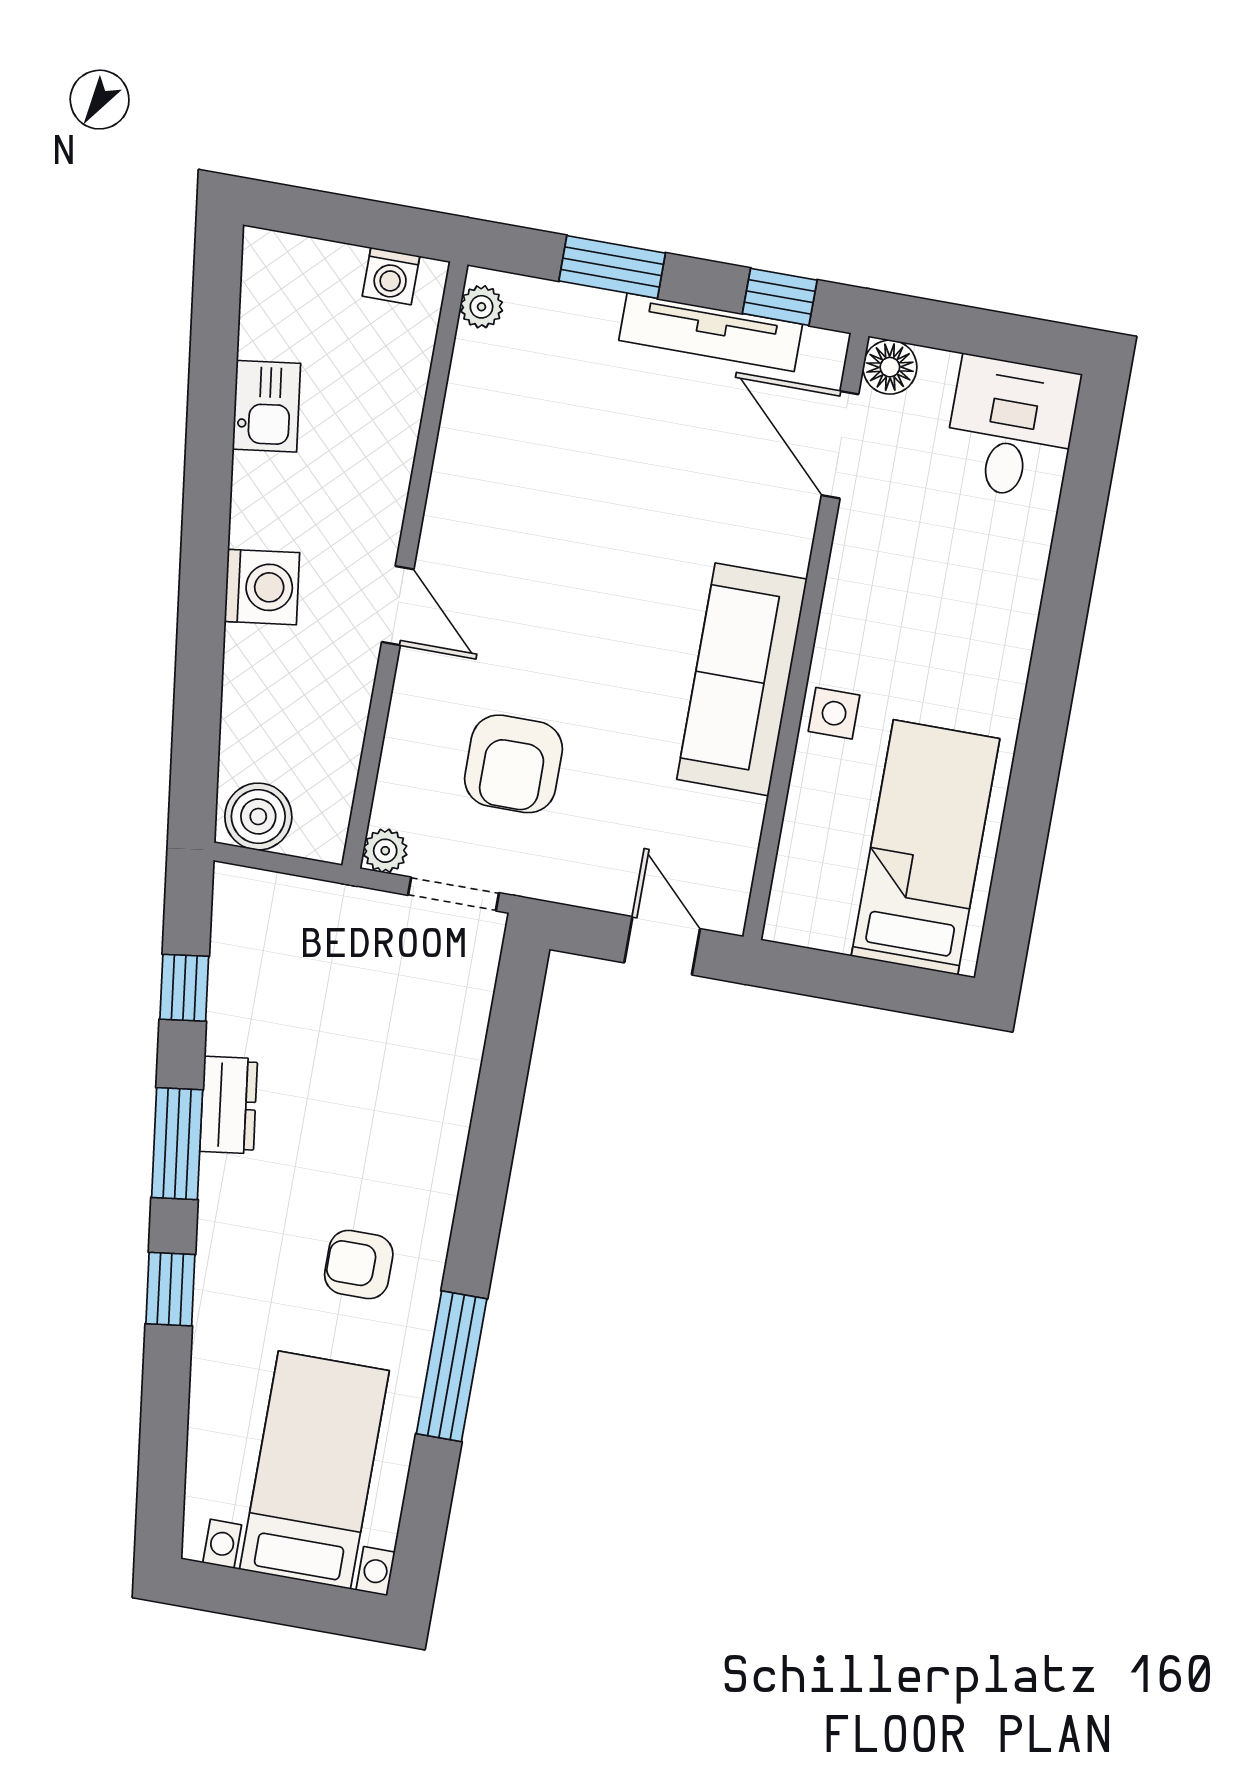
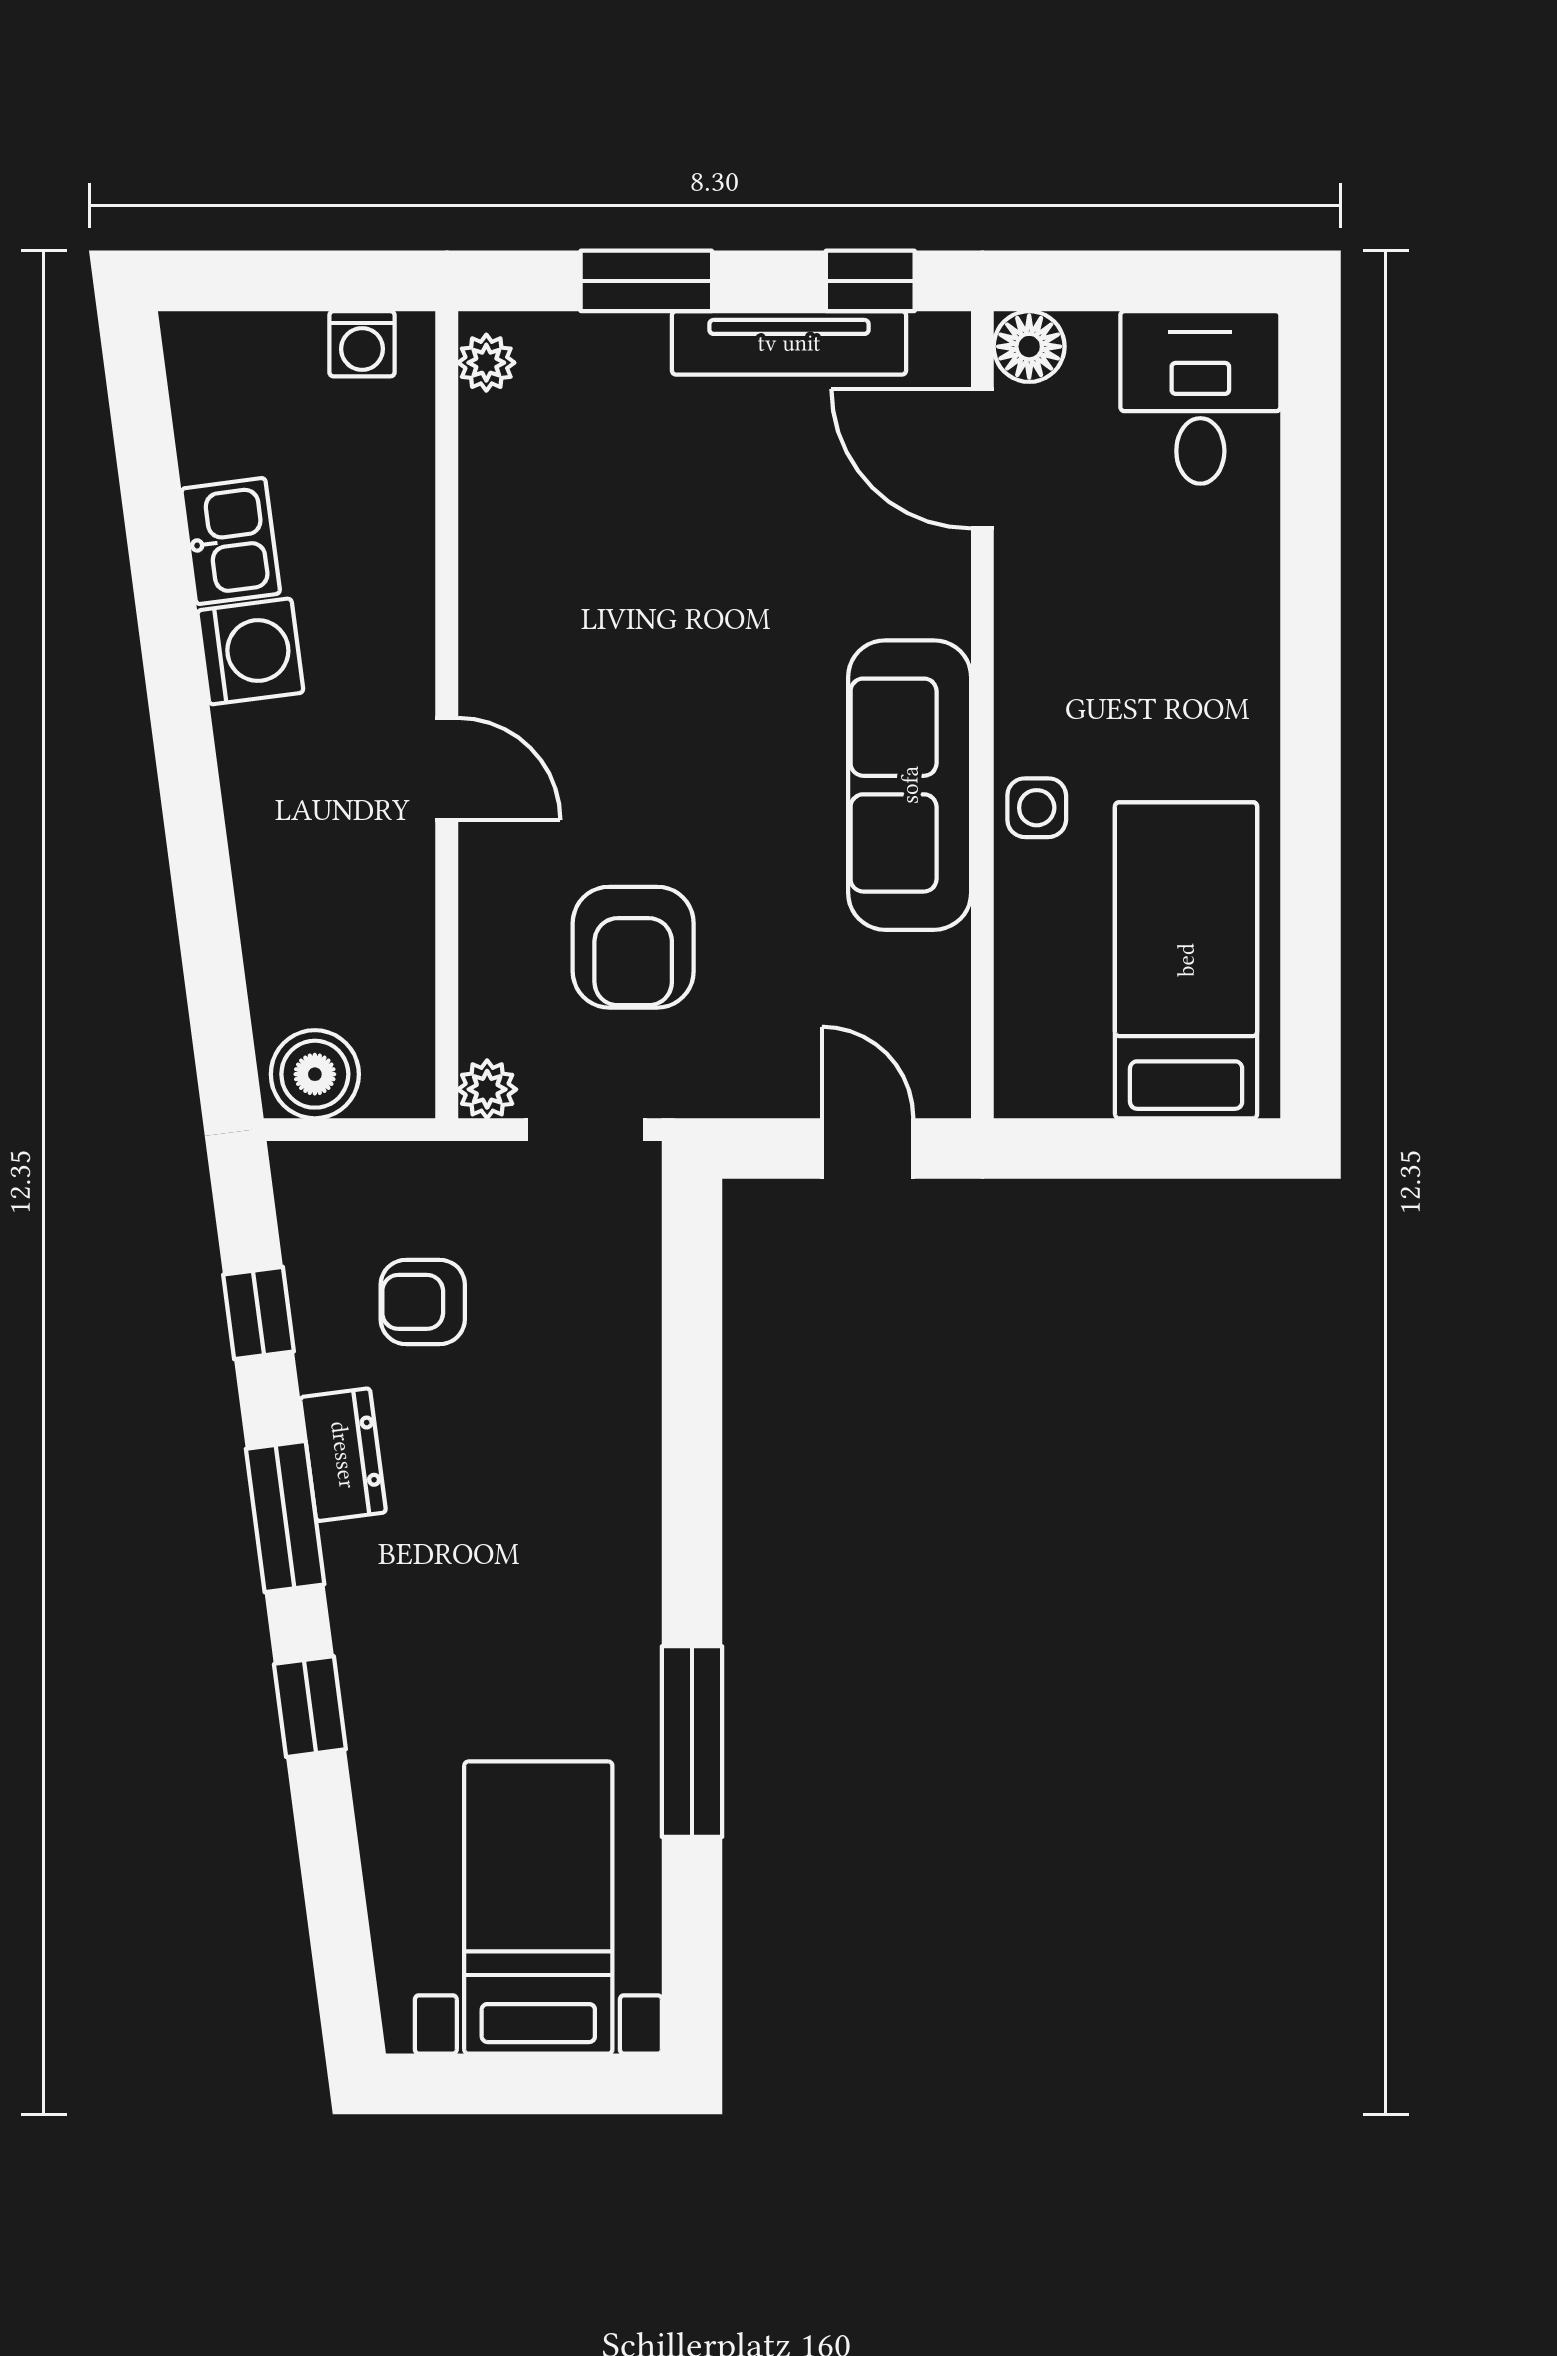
washing machine: (262, 587) -> (250, 651), moved
armchair: (359, 1264) -> (423, 1302), moved

